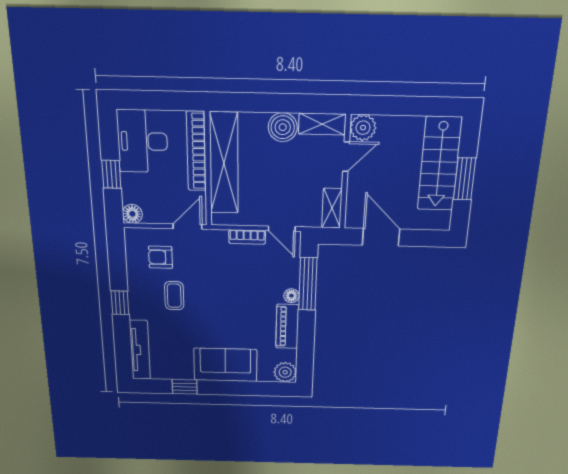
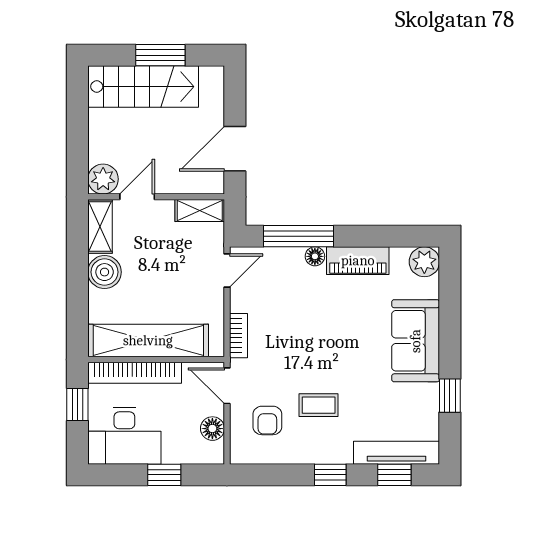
window: (168, 101) -> (77, 404), added
door: (346, 157) -> (137, 197), hinge flipped
floor lamp: (132, 214) -> (212, 429), moved
bookcase: (247, 237) -> (238, 336), moved
window: (123, 348) -> (394, 475), added

